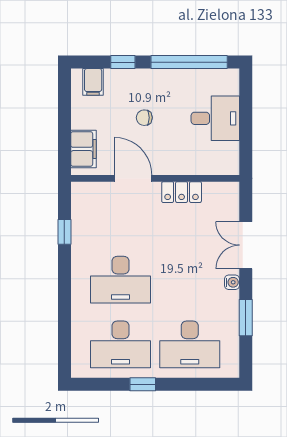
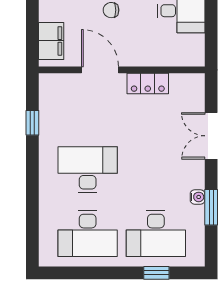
desk: (120, 280) -> (88, 170), turned 180
water cooler: (232, 282) -> (198, 197), moved
window: (143, 384) -> (156, 273), moved

